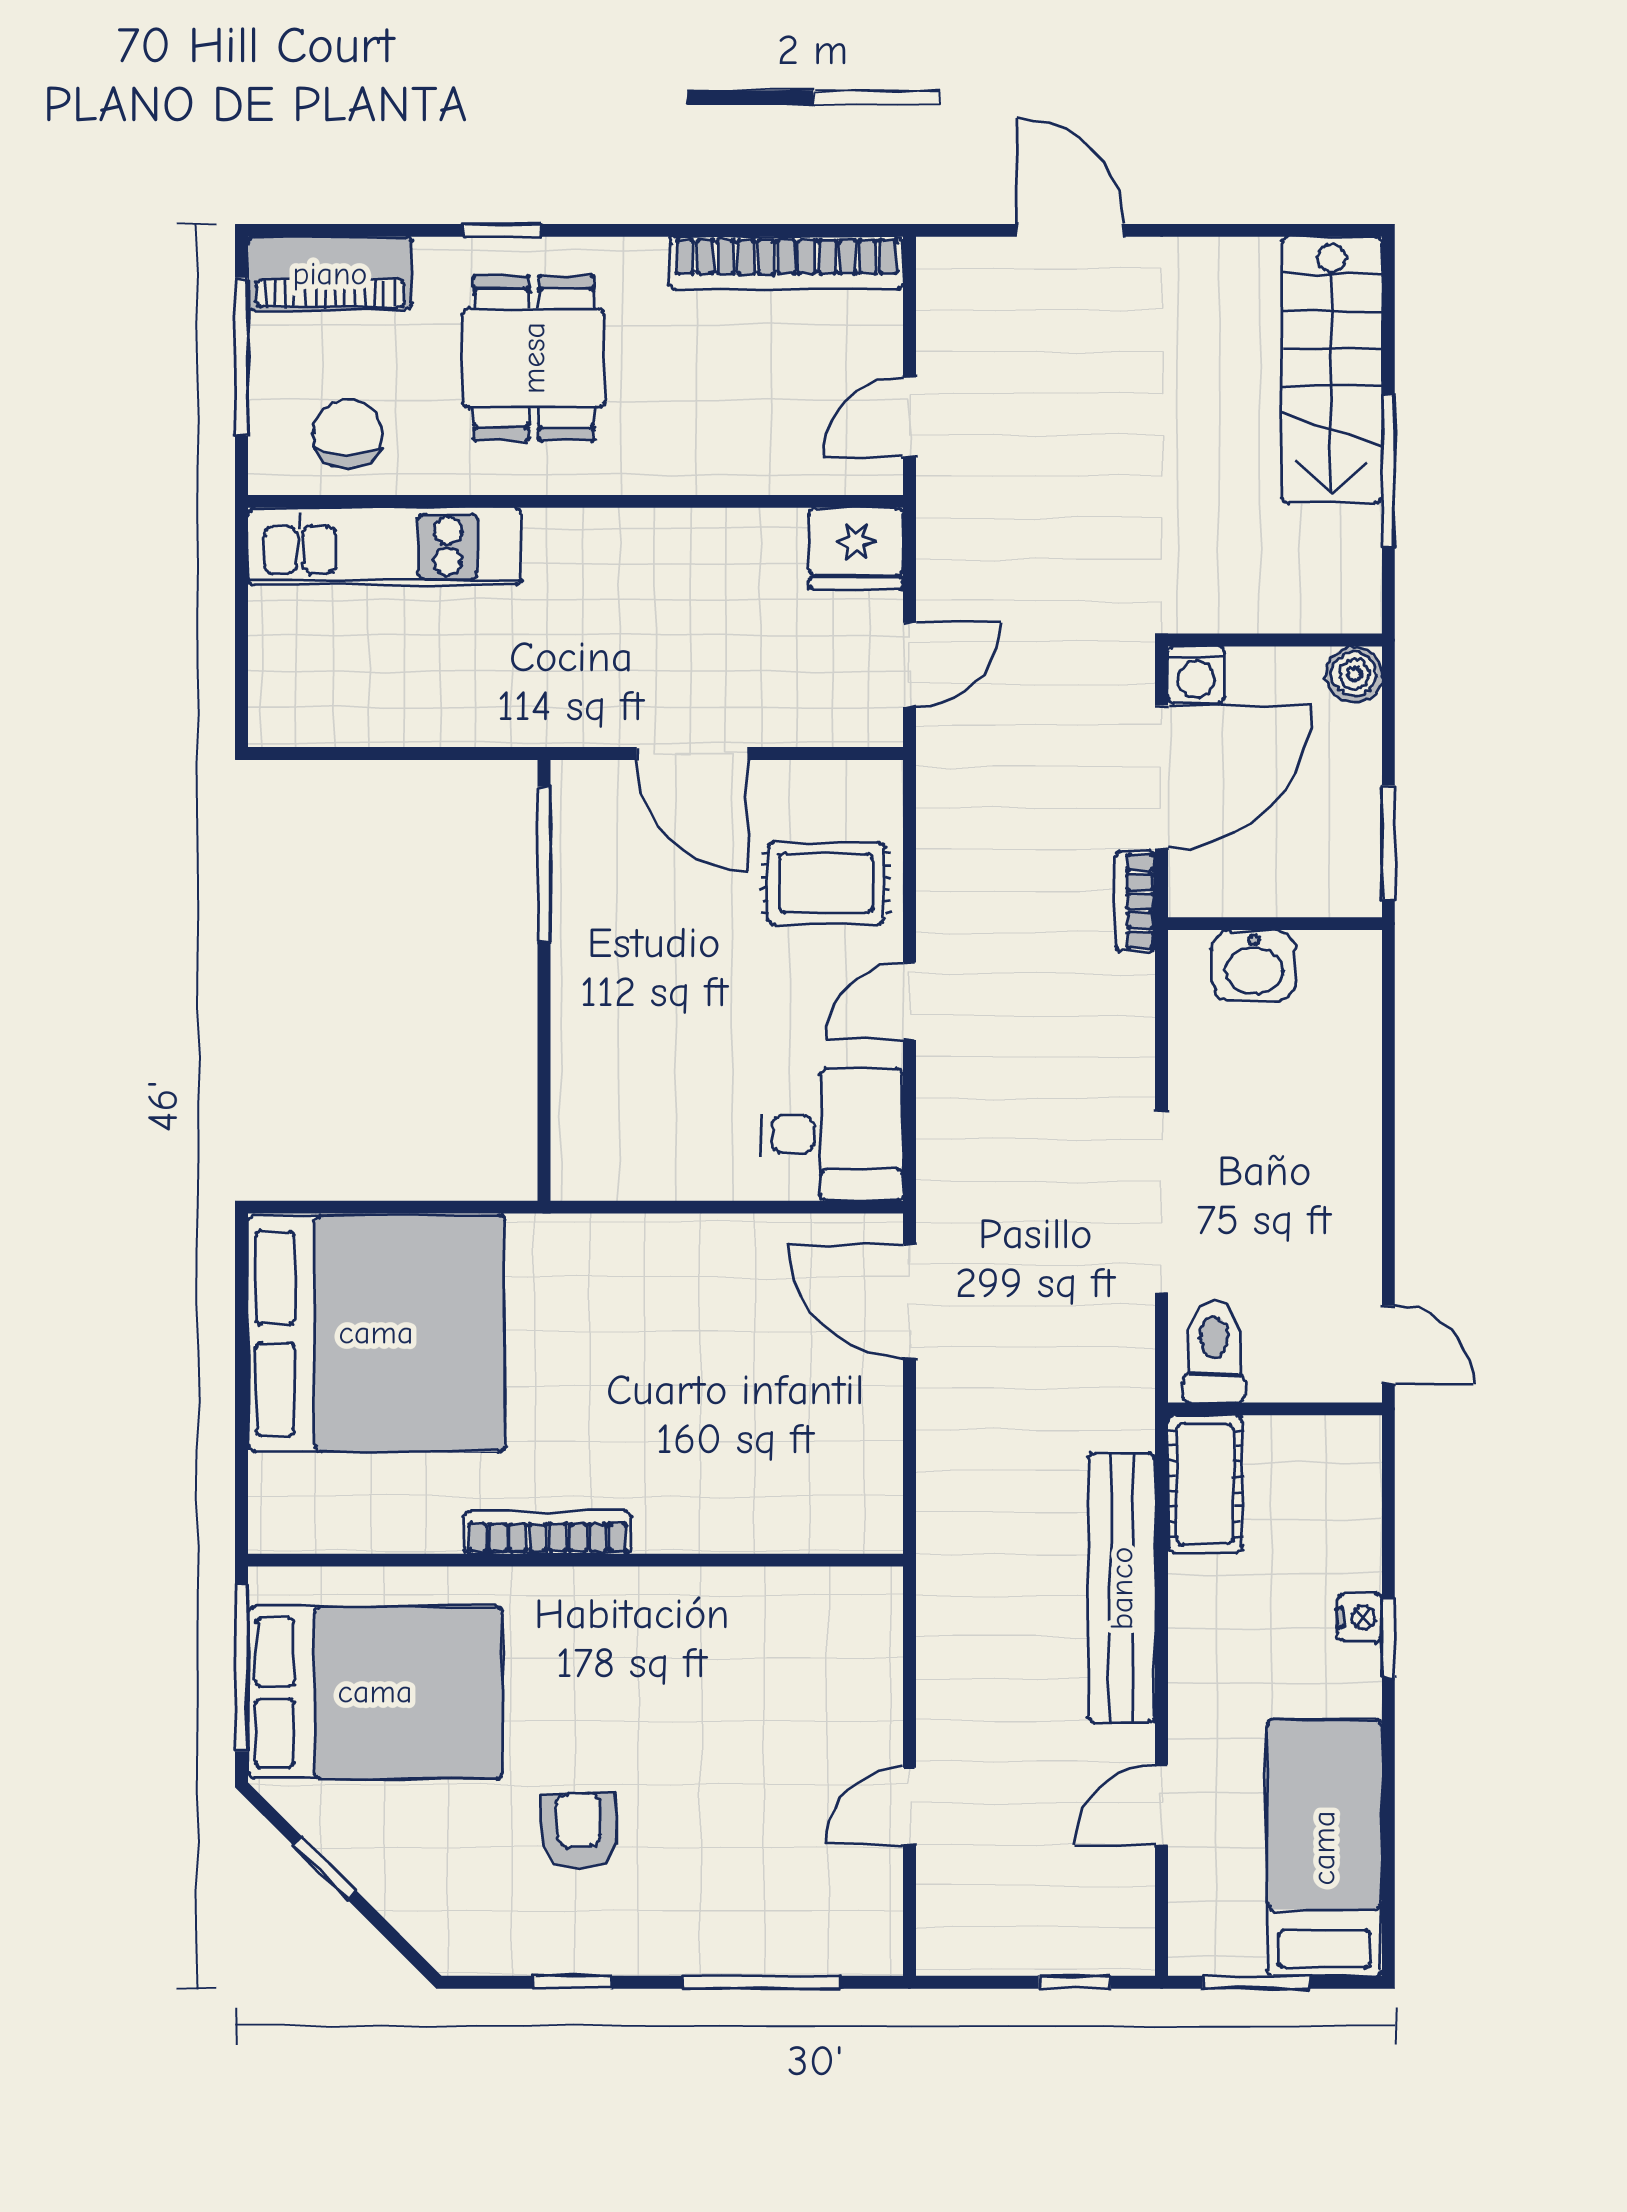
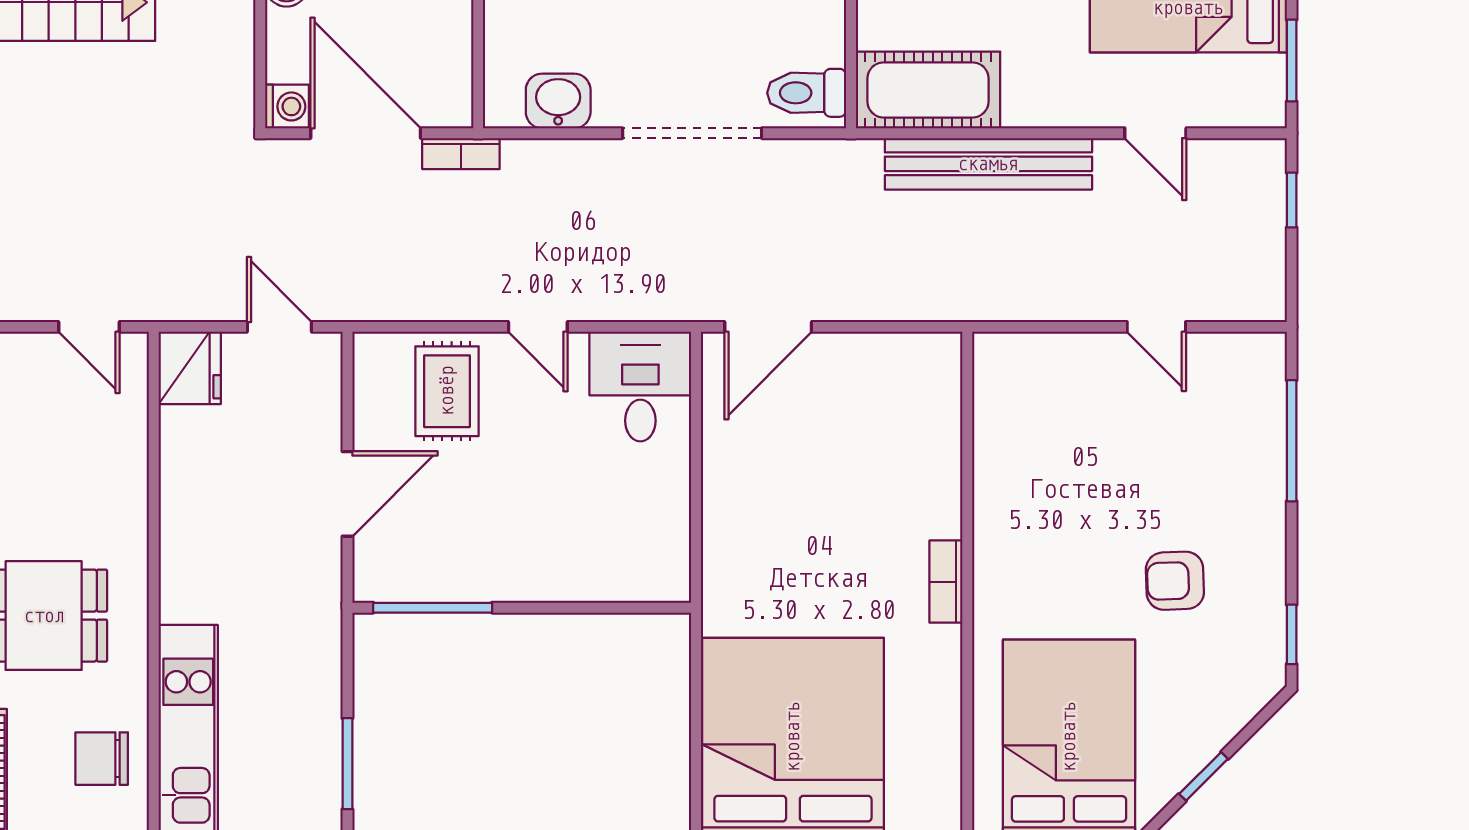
window: (341, 753) -> (347, 764), added
washbasin: (1254, 966) -> (558, 101), moved, turned -90
cot: (1205, 1484) -> (928, 90), width x1.37, depth x1.34
bookcase: (548, 1532) -> (946, 582), width x0.64
window: (573, 1982) -> (1292, 634), moved

